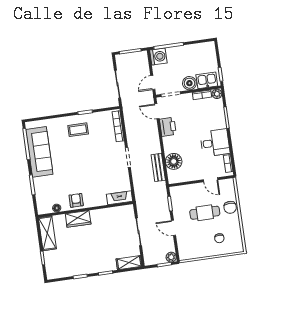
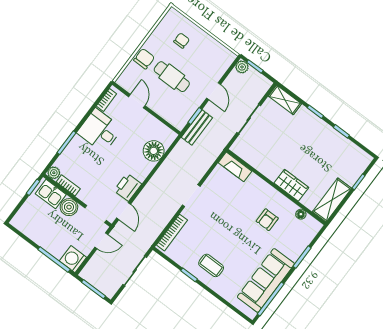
bench: (158, 167) -> (197, 128), moved
armchair: (76, 200) -> (267, 220), moved

